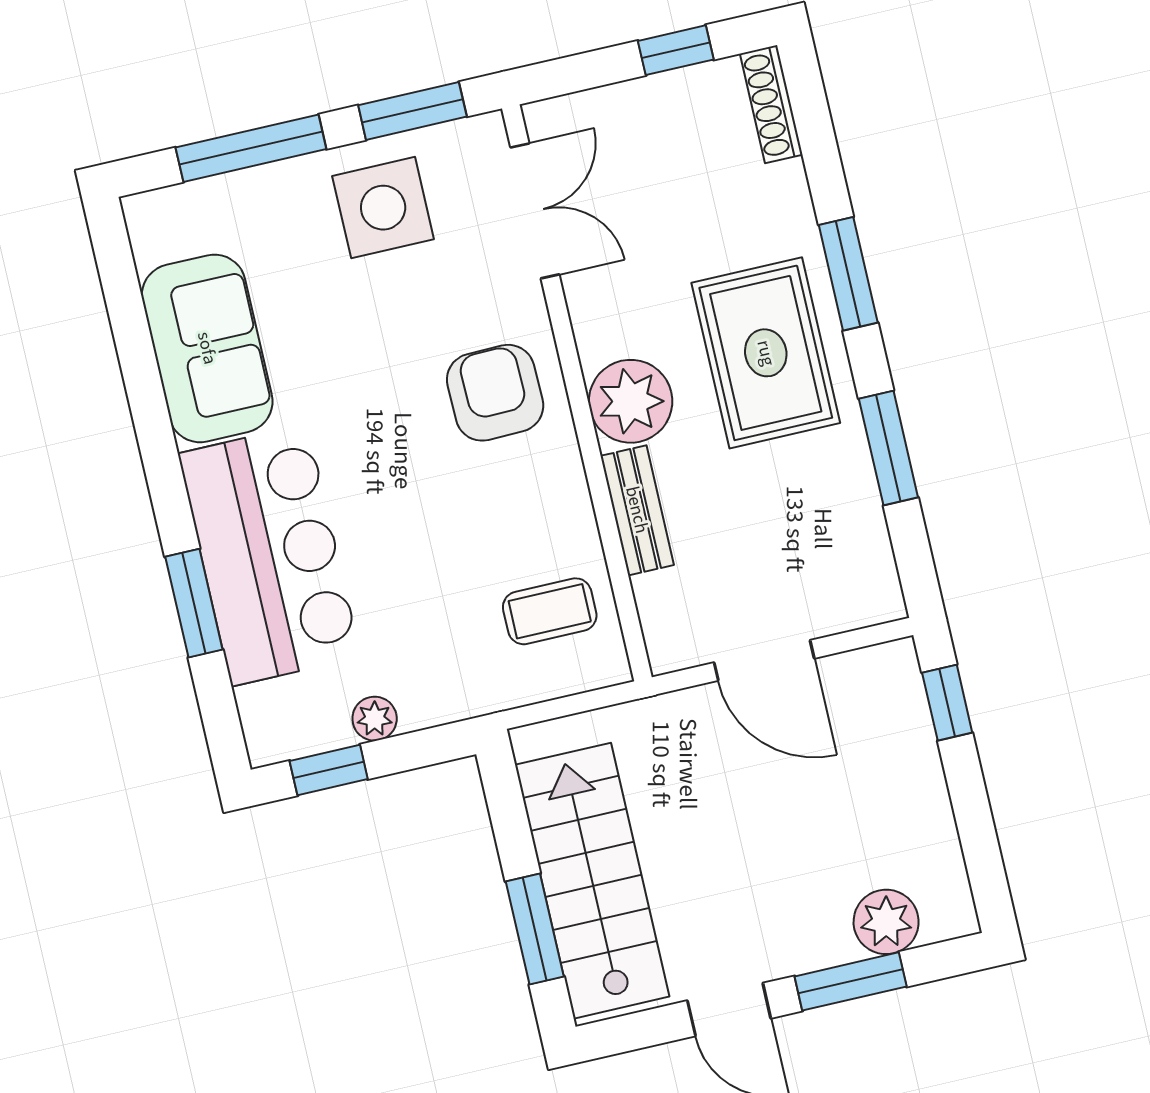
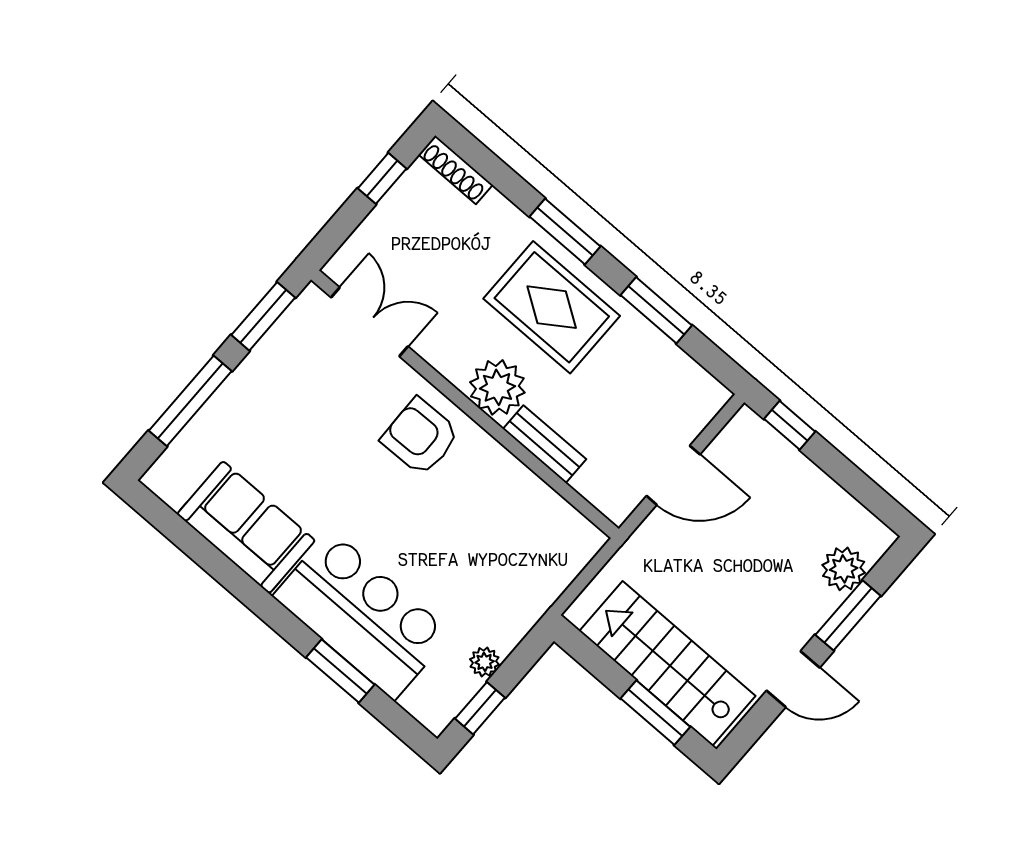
side table: (383, 208) -> (286, 381), removed
coffee table: (550, 611) -> (537, 534), removed

